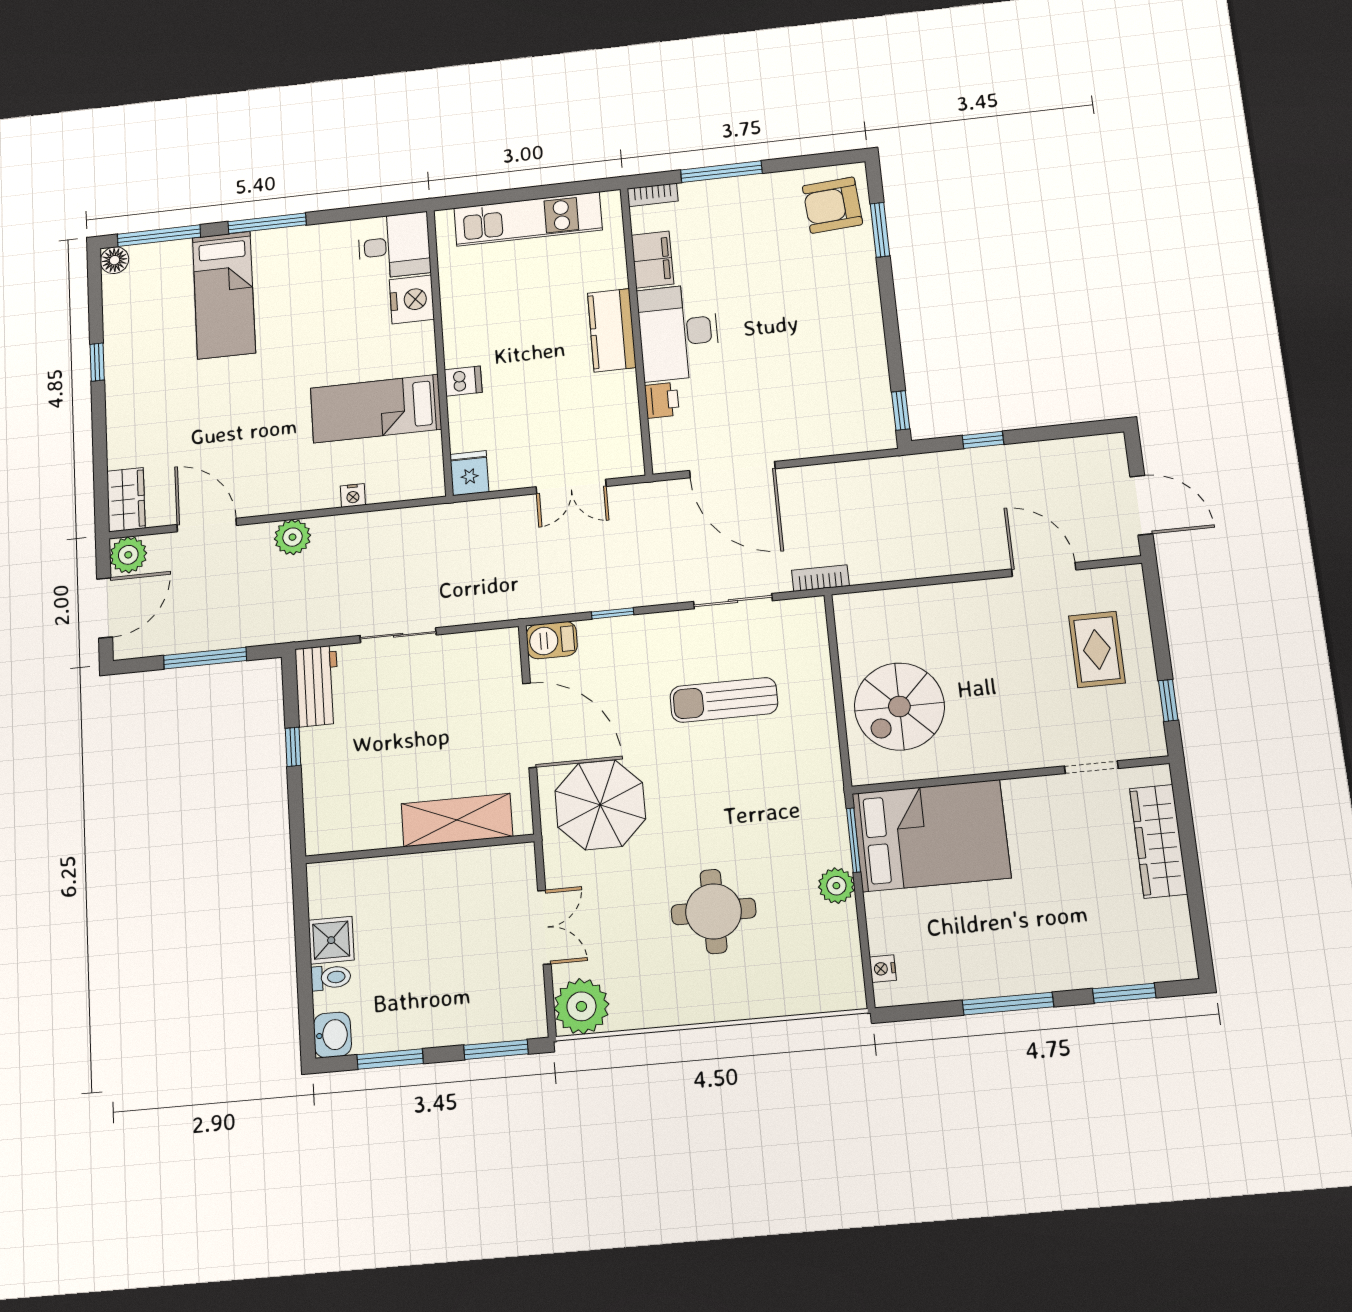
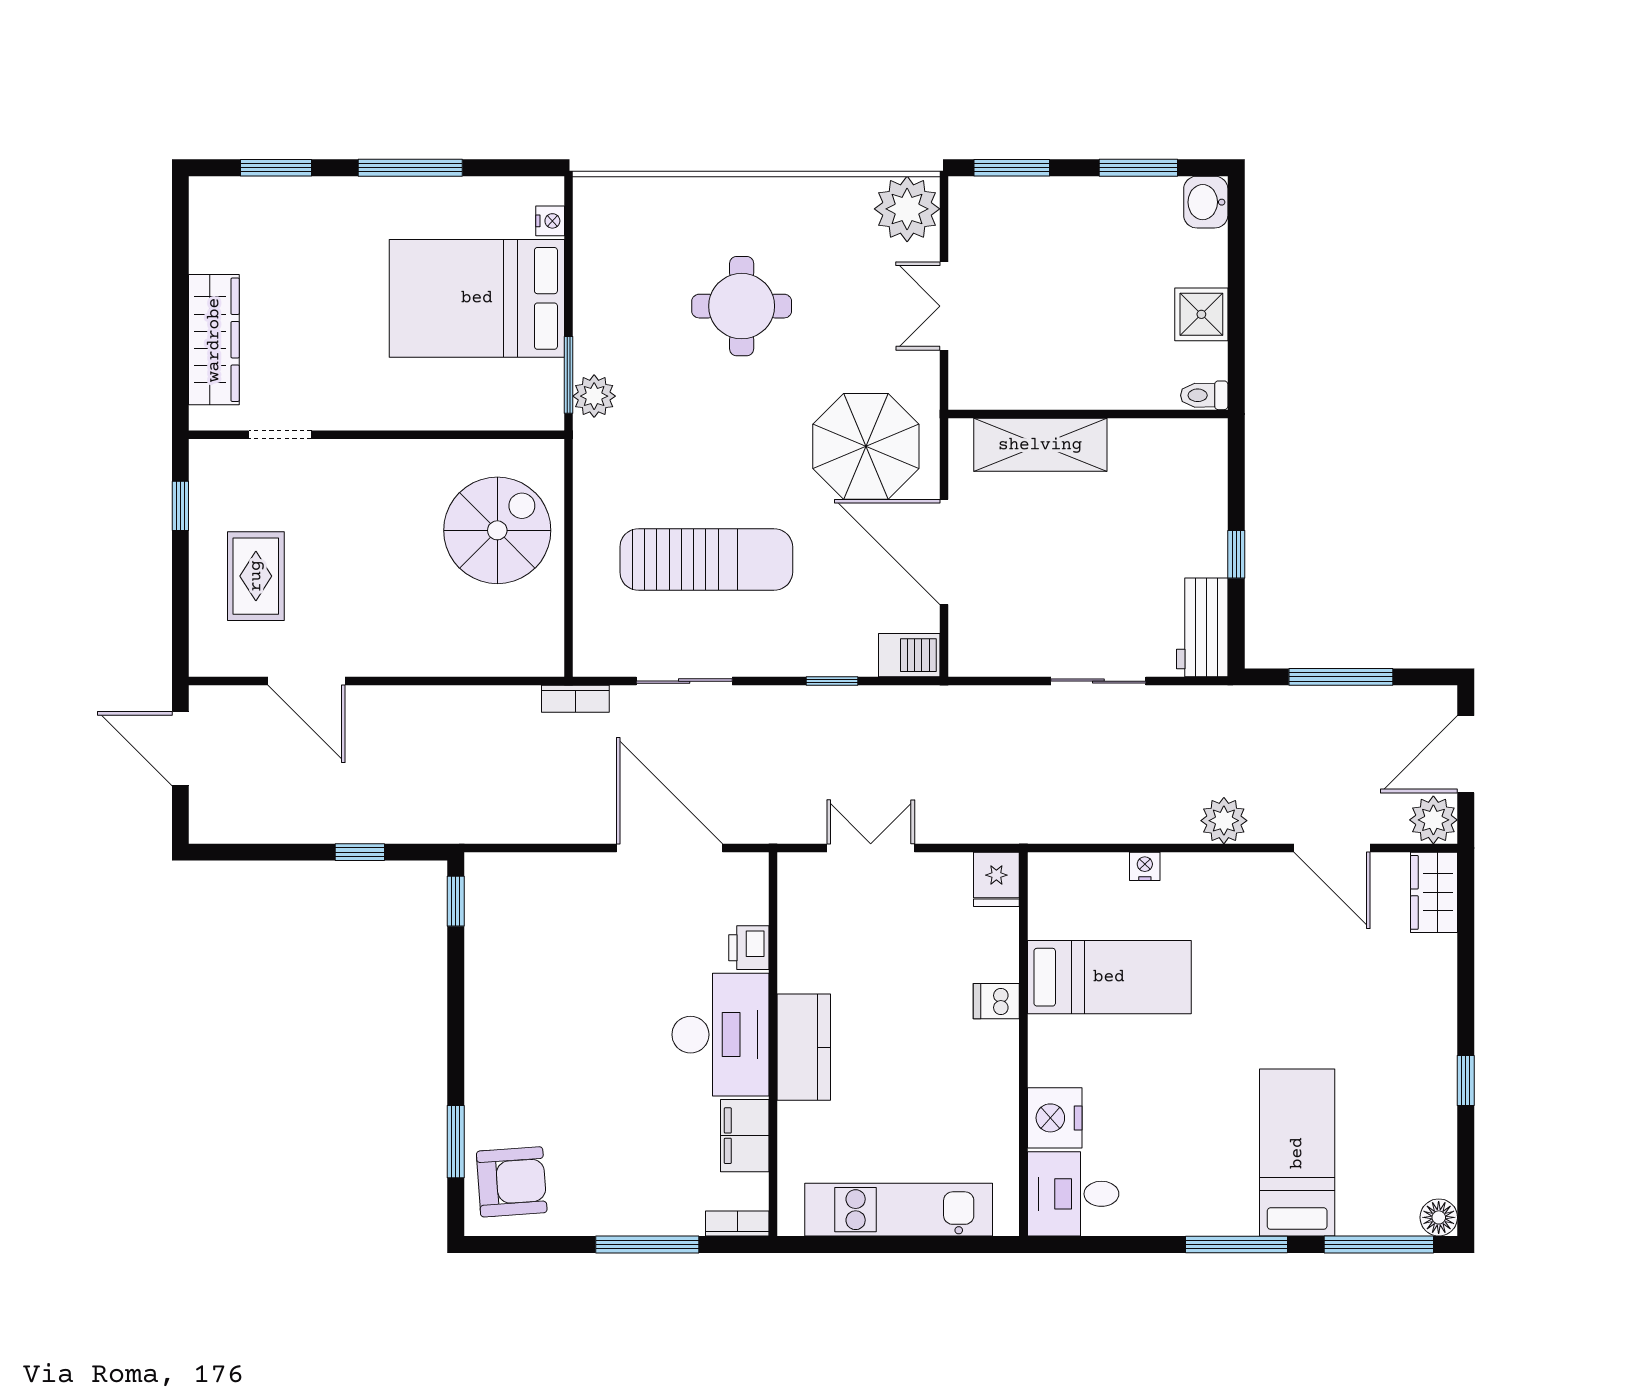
sun lounger: (724, 700) -> (706, 560), width x1.36, depth x1.34
bed: (931, 836) -> (477, 298), moved
plant: (836, 886) -> (594, 396), moved
toilet: (331, 977) -> (1204, 395), moved

